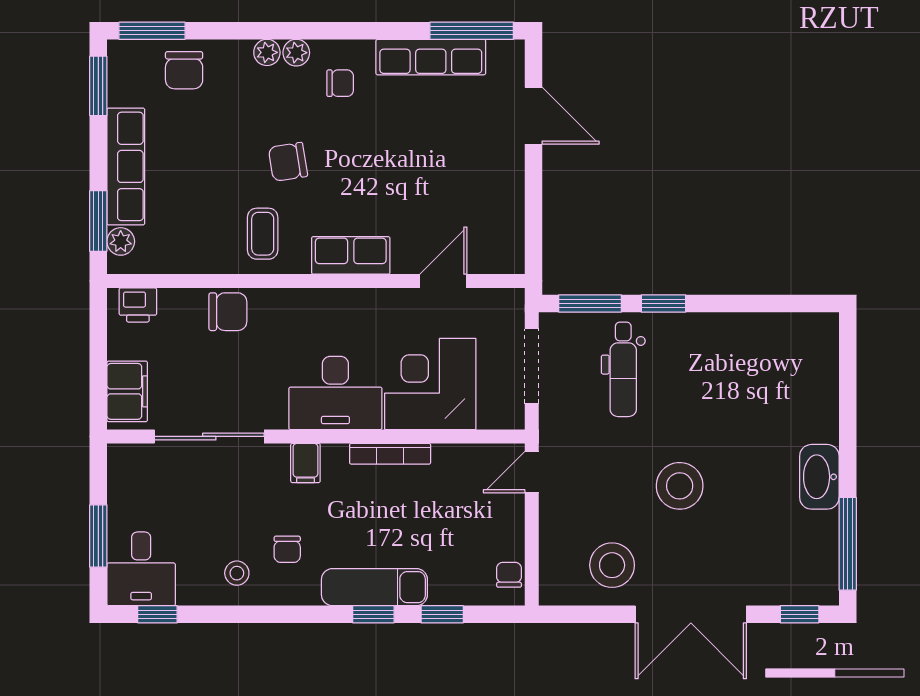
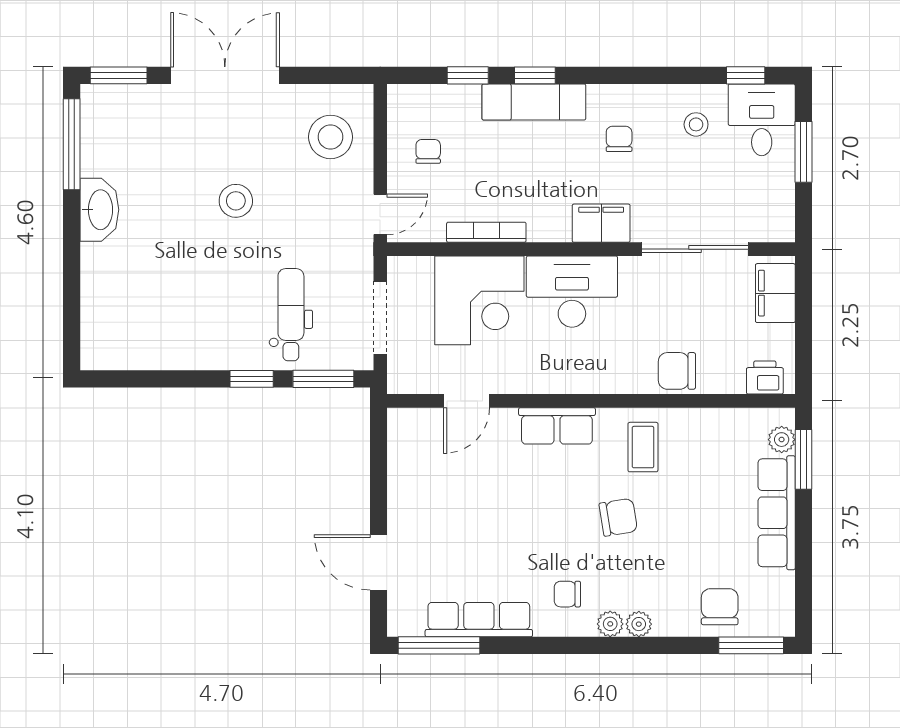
window: (98, 86) -> (803, 591), removed
bookcase: (390, 454) -> (486, 232), moved
filing cabinet: (305, 463) -> (601, 223), width x2.00
stool: (680, 486) -> (236, 201), width x0.73, depth x0.73
stool: (612, 565) -> (330, 137), moved
stool: (237, 573) -> (696, 124), moved
chair: (509, 575) -> (428, 151), moved, turned 180
window: (800, 614) -> (119, 75), width x1.50

